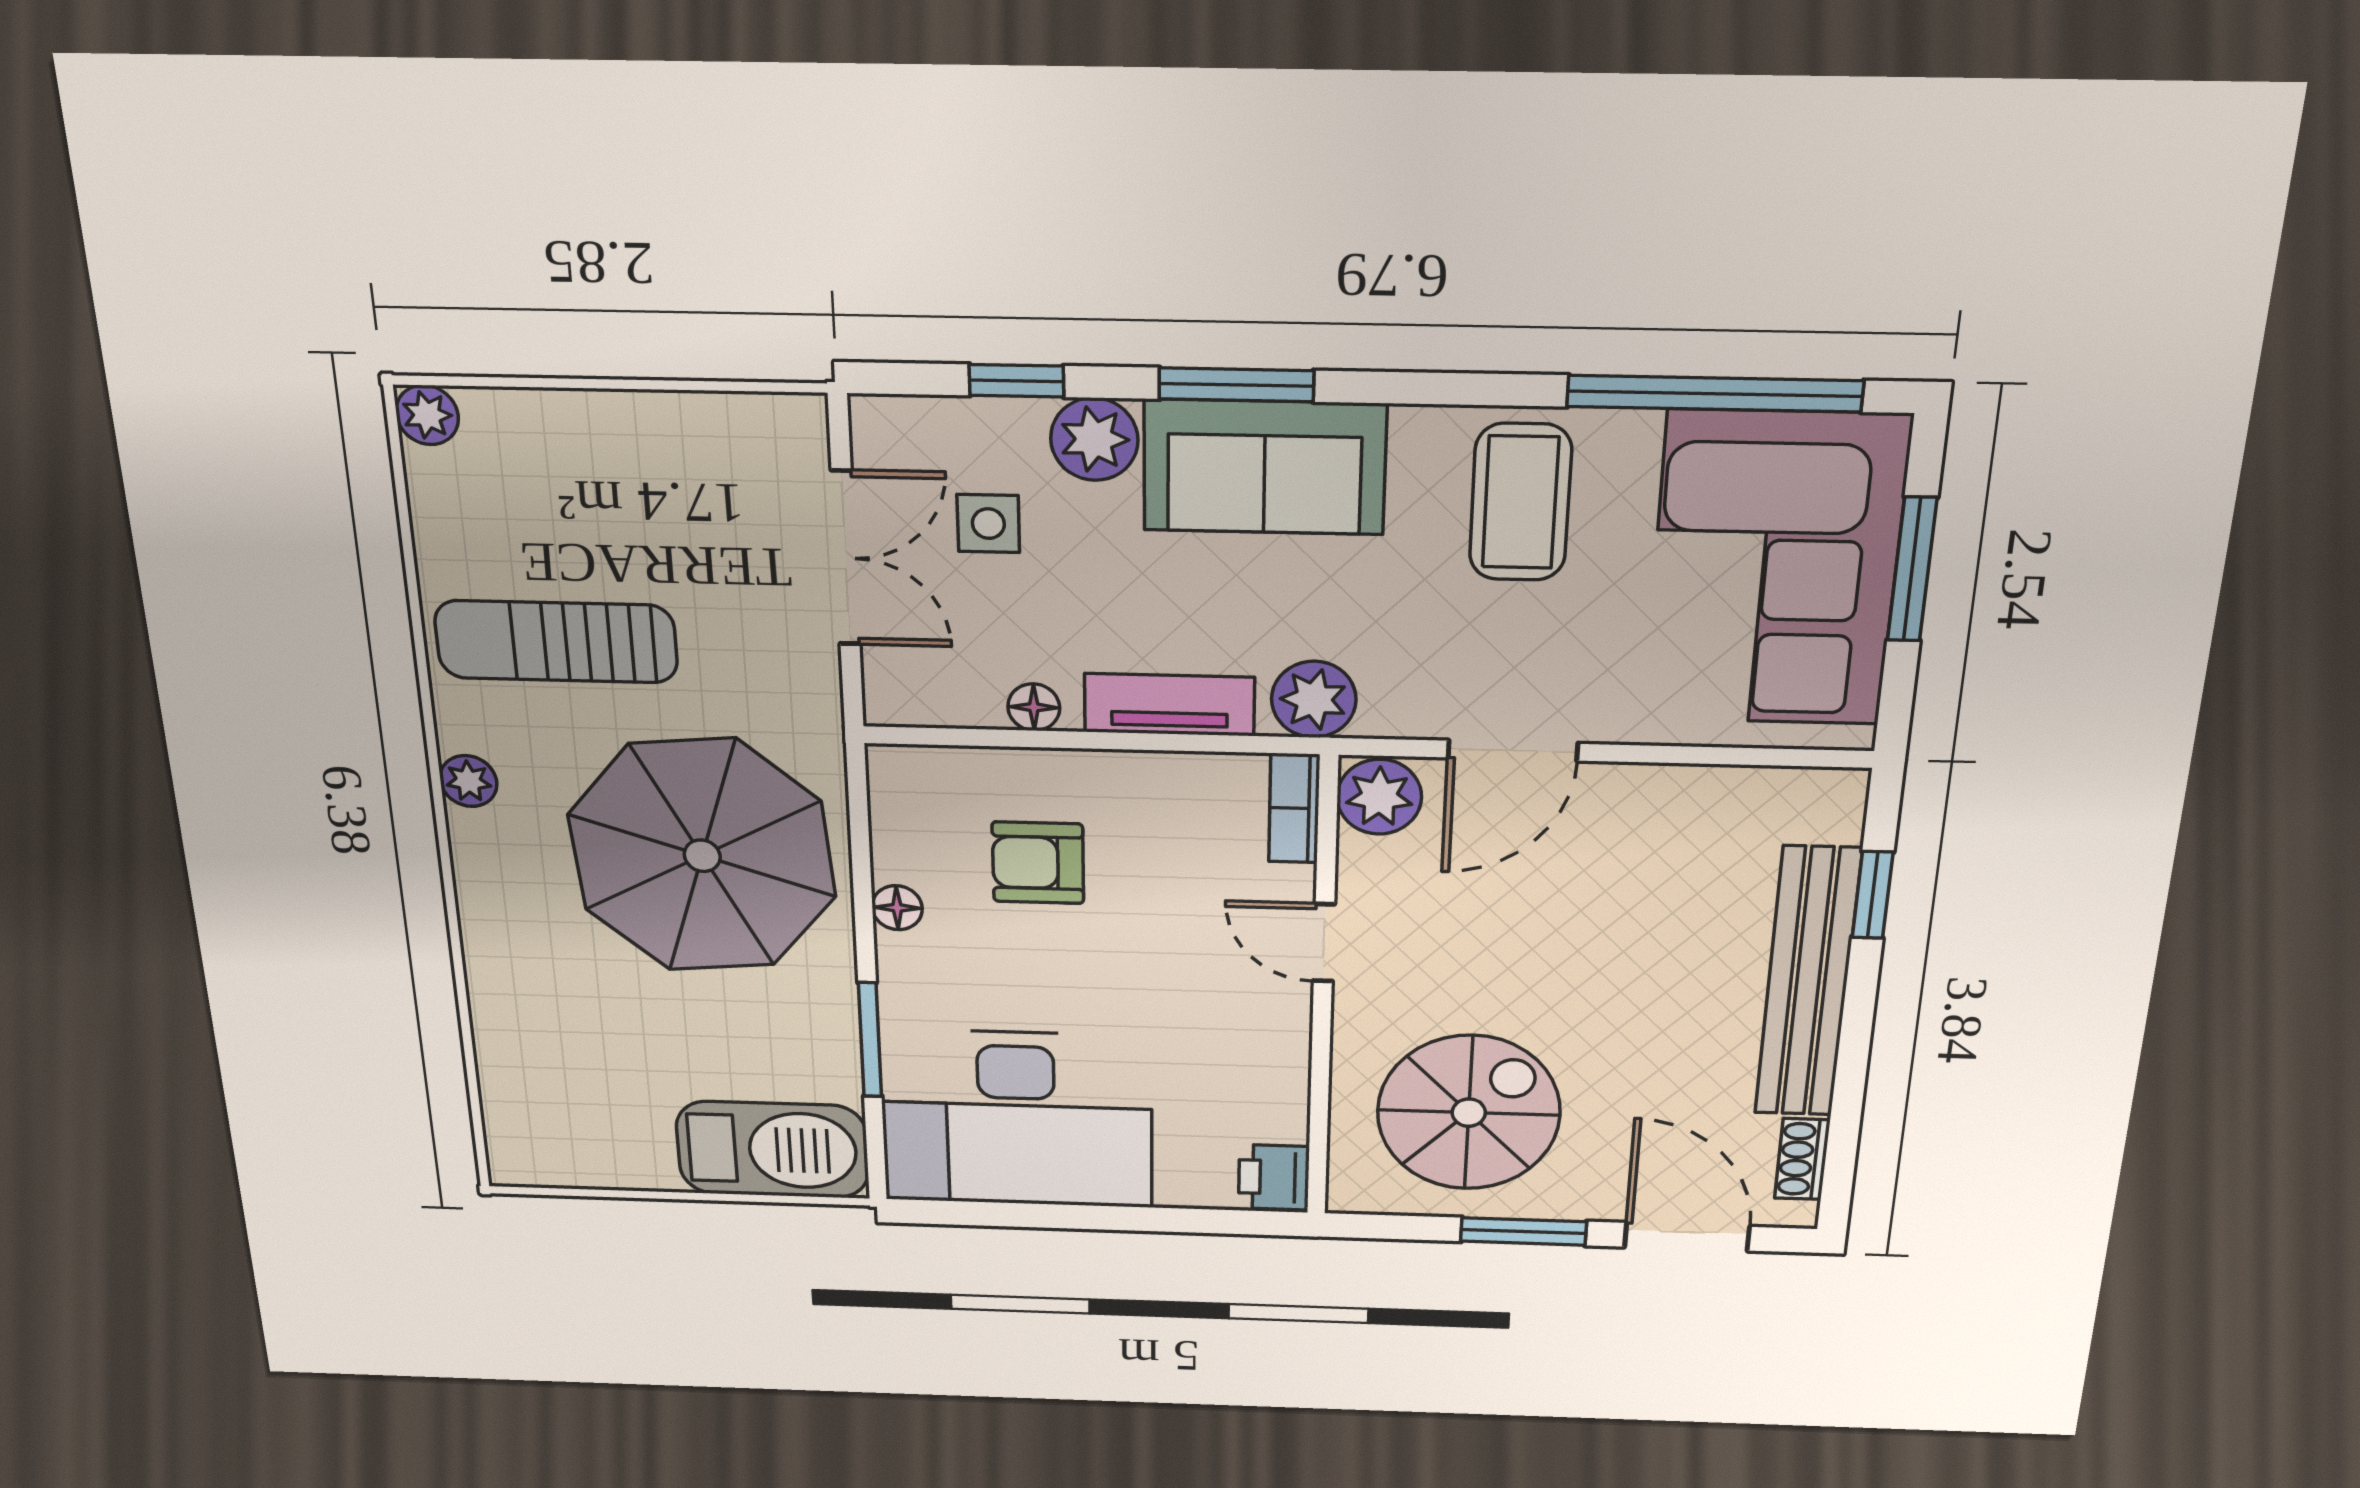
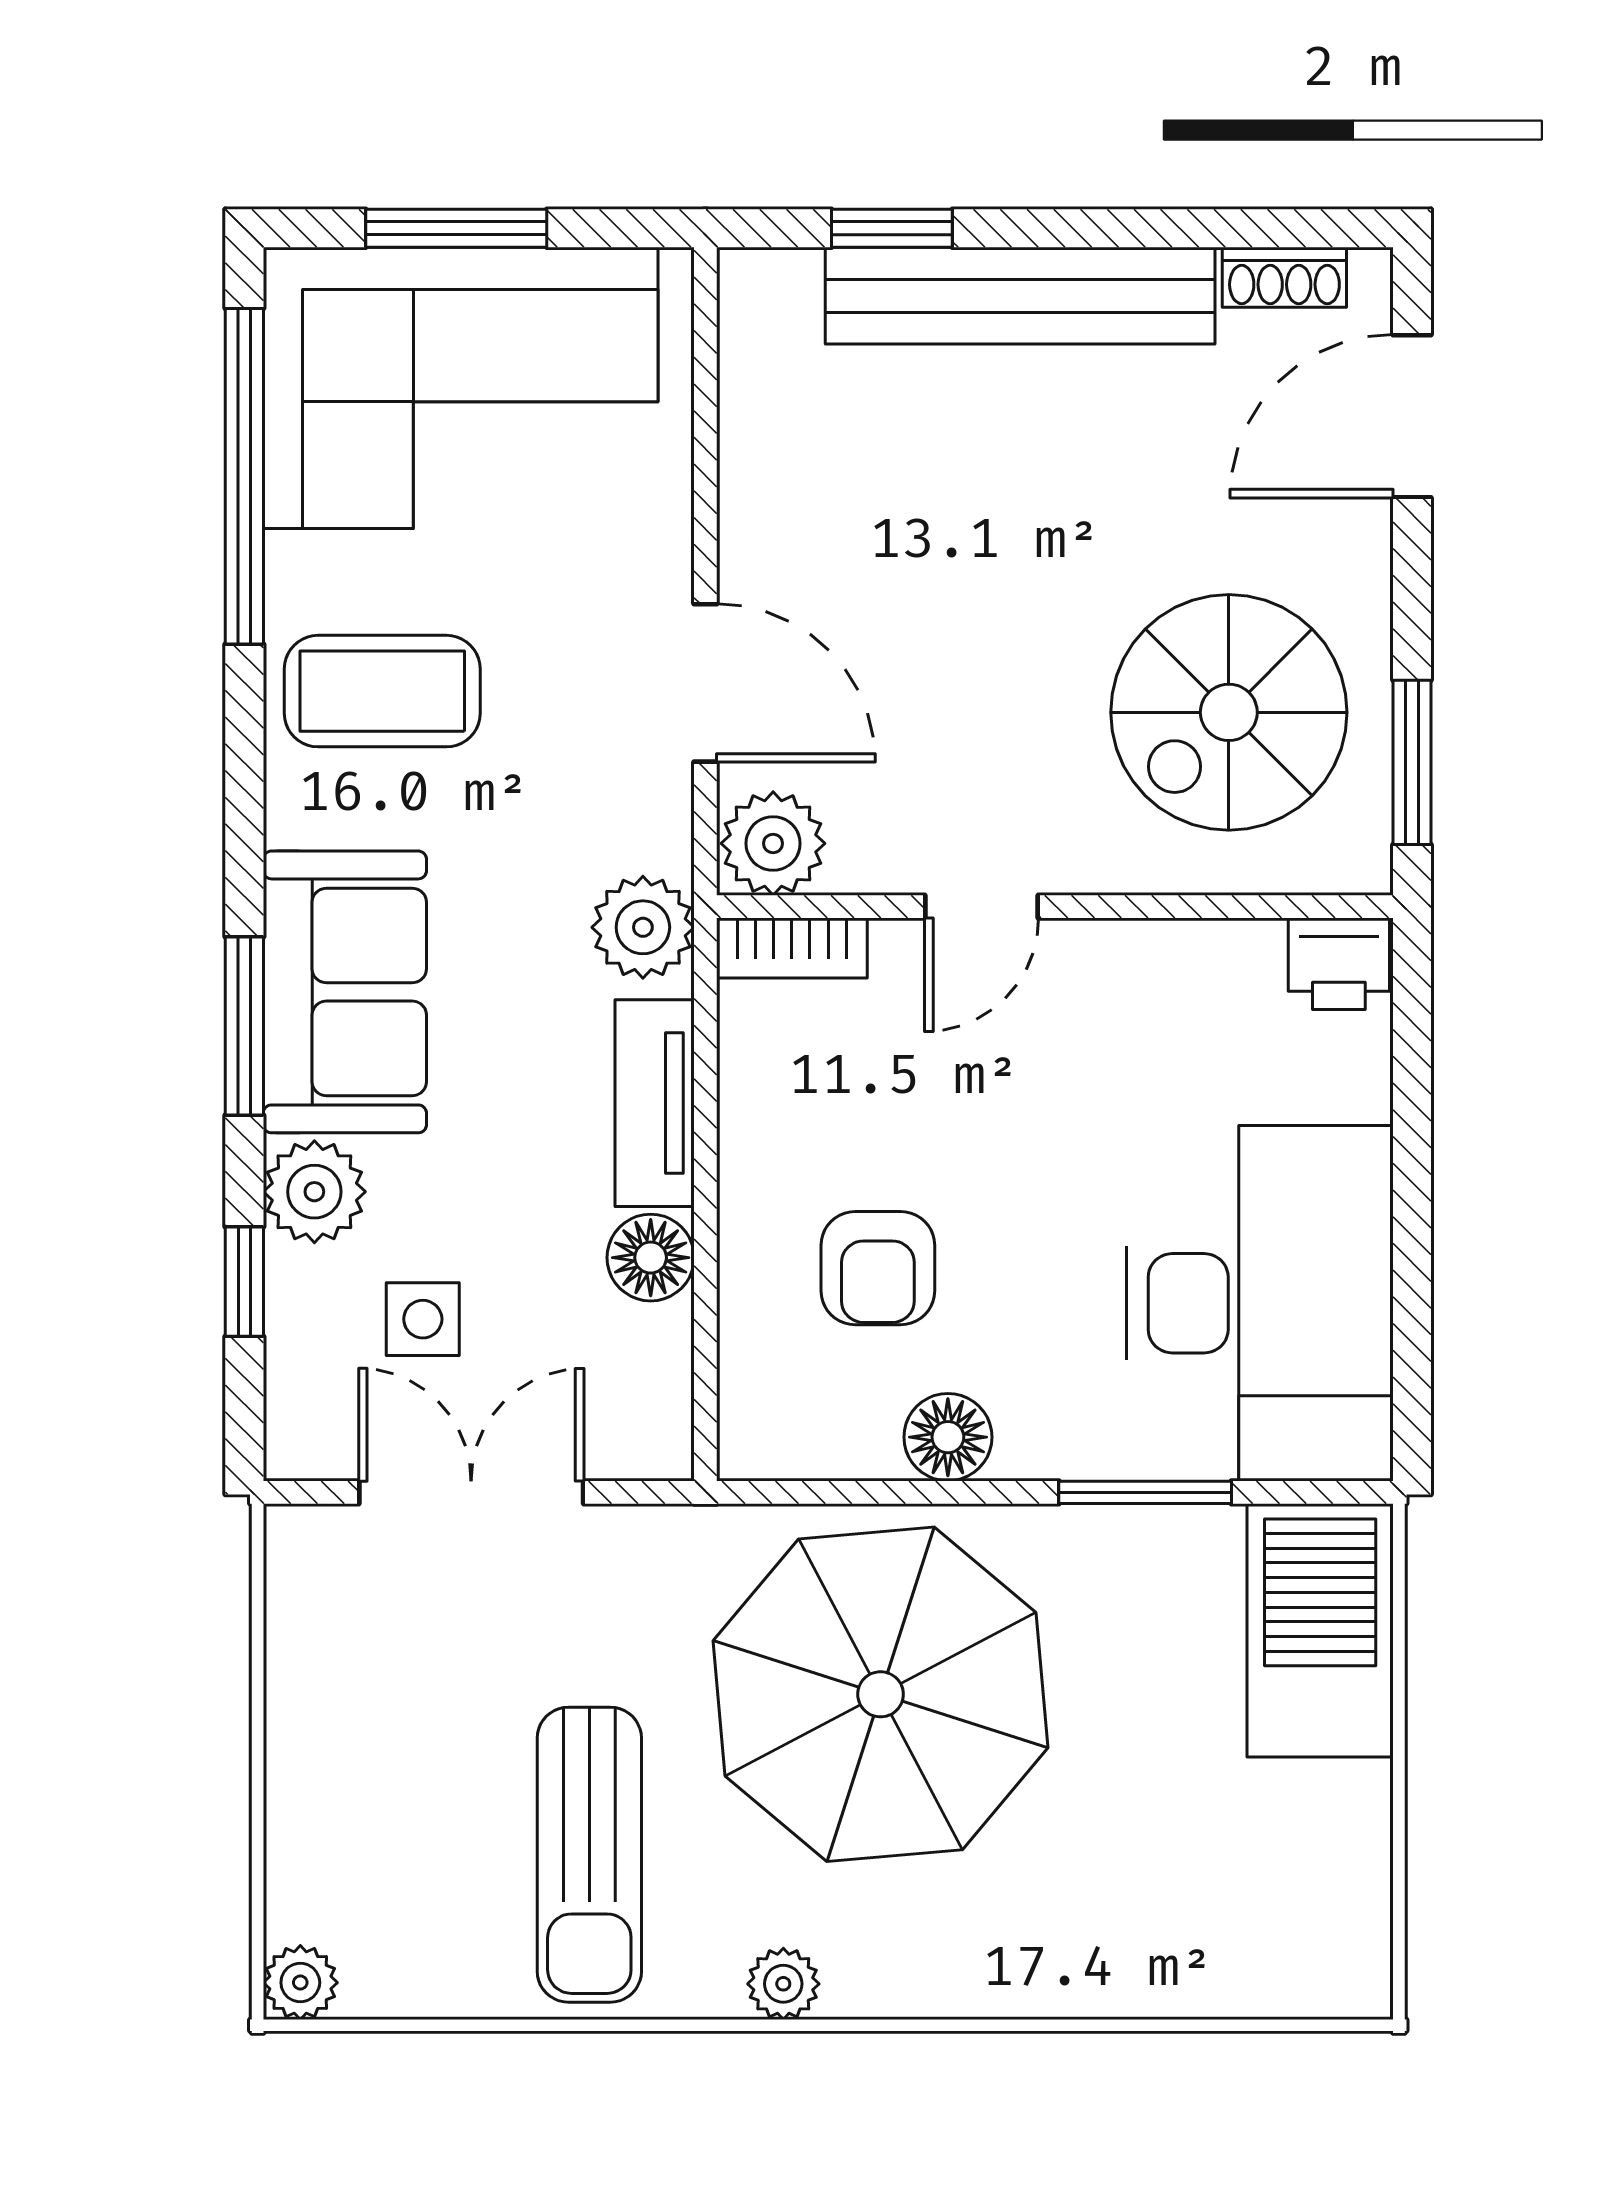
floor lamp: (1034, 707) -> (651, 1258), width x1.37, depth x1.37
floor lamp: (897, 908) -> (948, 1437), width x1.37, depth x1.37
spiral stairs: (1469, 1113) -> (1229, 712), turned -90
window: (1524, 1231) -> (1412, 762), moved

